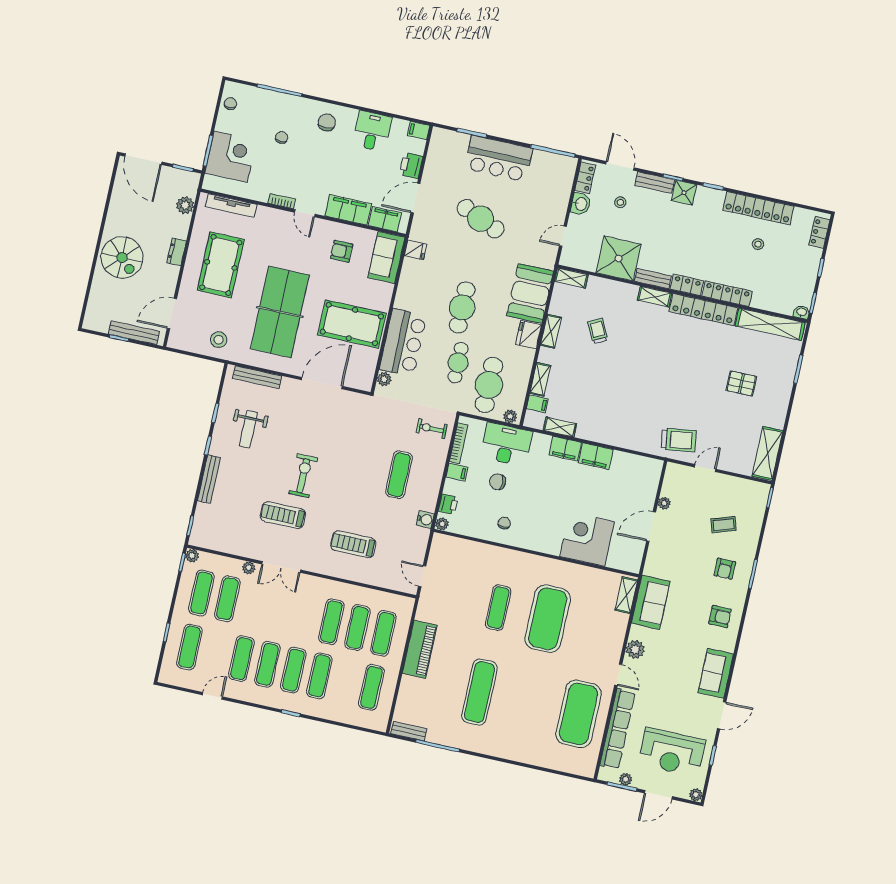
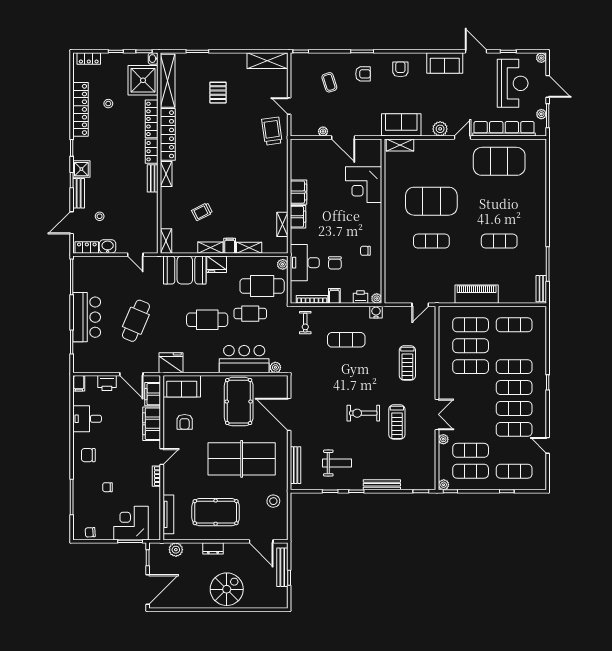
fridge: (415, 250) -> (171, 363), width x1.88, depth x1.34
shower: (619, 258) -> (143, 80), moved
filing cabinet: (537, 404) -> (230, 246), moved
exercise mat: (479, 692) -> (499, 241), width x0.73, depth x0.69

